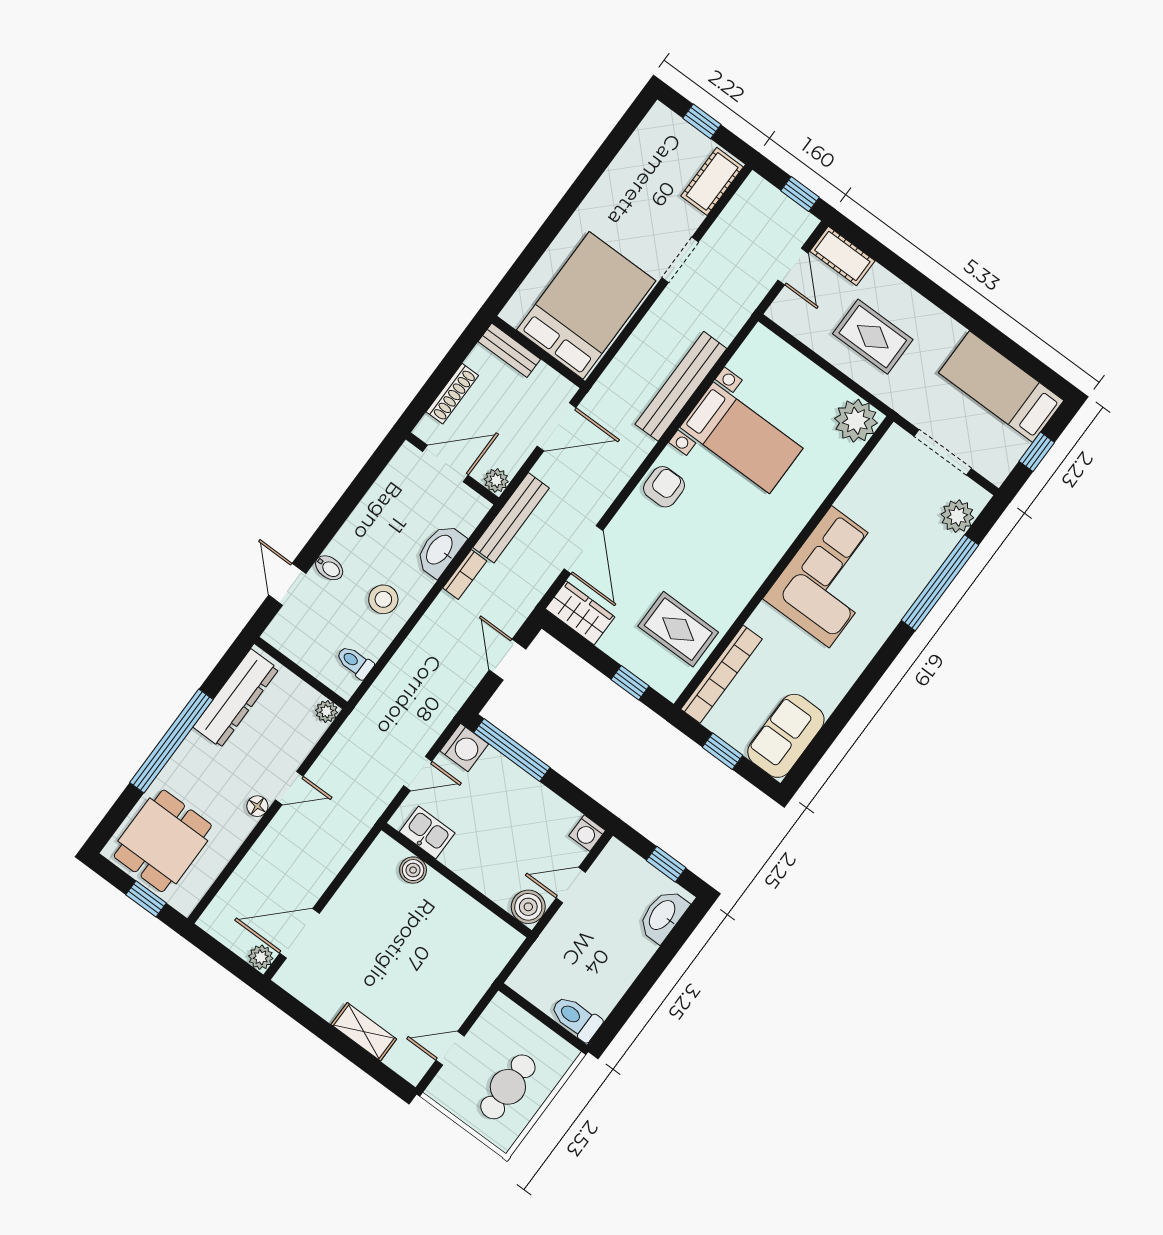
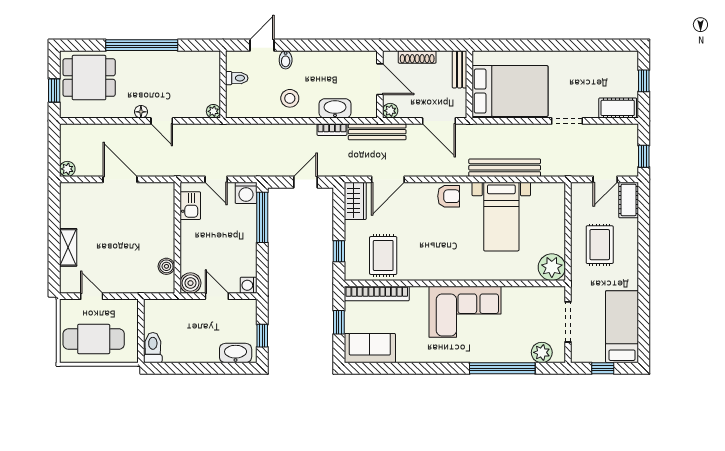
toilet: (355, 662) -> (237, 78), moved, turned 90
dresser: (236, 698) -> (187, 61), removed
boiler: (413, 870) -> (166, 266), moved
door: (299, 933) -> (120, 179), moved
cafe table: (508, 1087) -> (94, 339), width x1.37, depth x1.35

